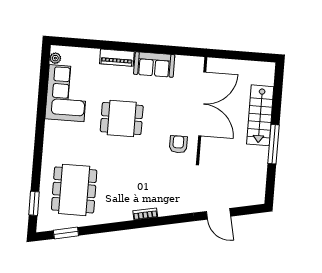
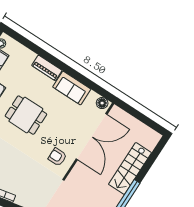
floor lamp: (194, 63) -> (102, 103), added
armchair: (178, 144) -> (57, 157), turned -90

